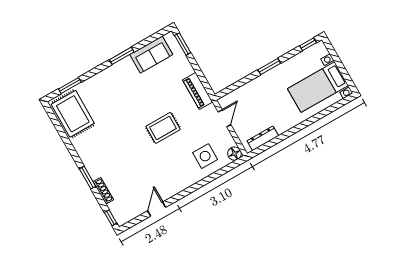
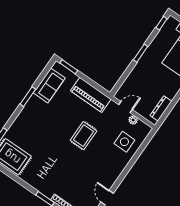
piano: (198, 91) -> (91, 95), width x1.37, depth x1.33
door: (224, 118) -> (126, 107), hinge flipped
plant: (226, 137) -> (133, 120), added
floor lamp: (234, 154) -> (145, 130), removed

